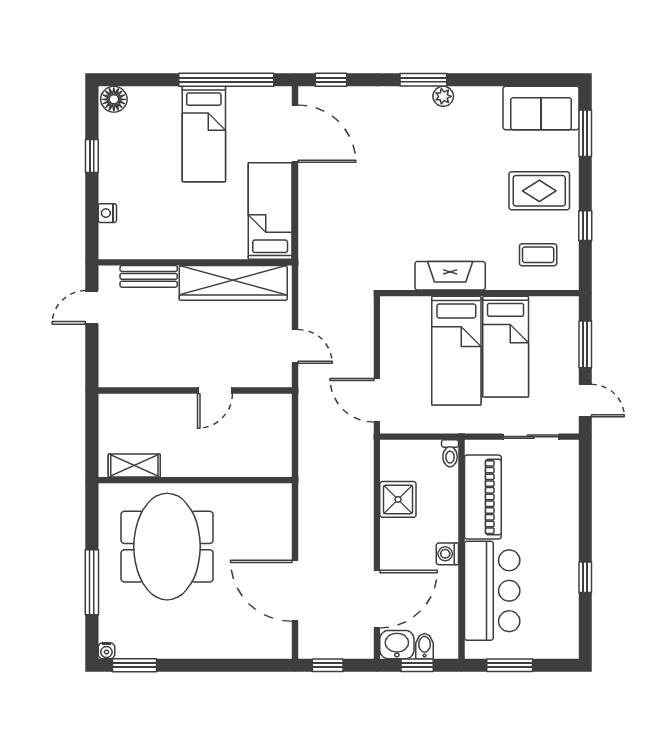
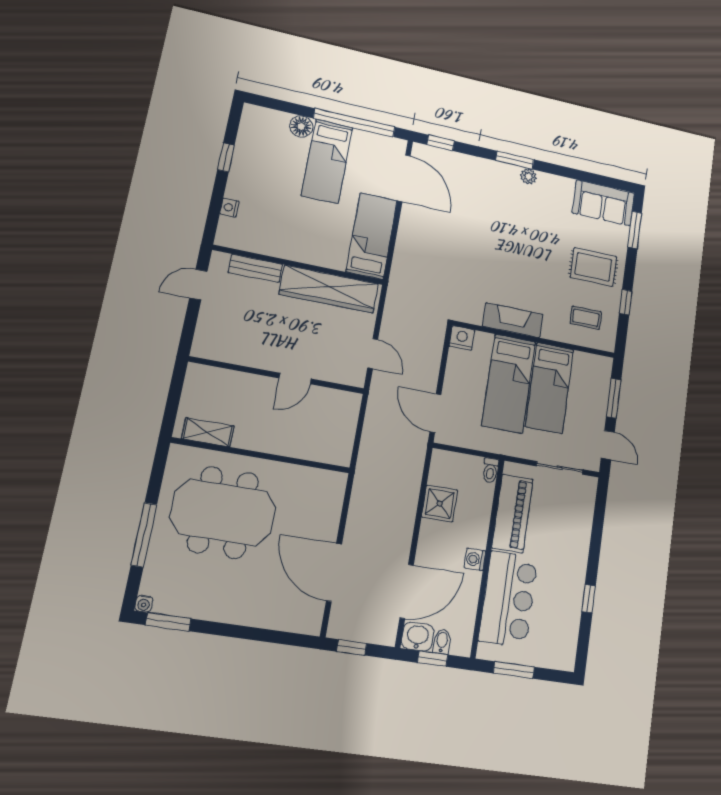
floor lamp: (114, 99) -> (301, 126), moved
nightstand: (393, 309) -> (462, 338), added
meeting table: (167, 547) -> (223, 512), turned 90

